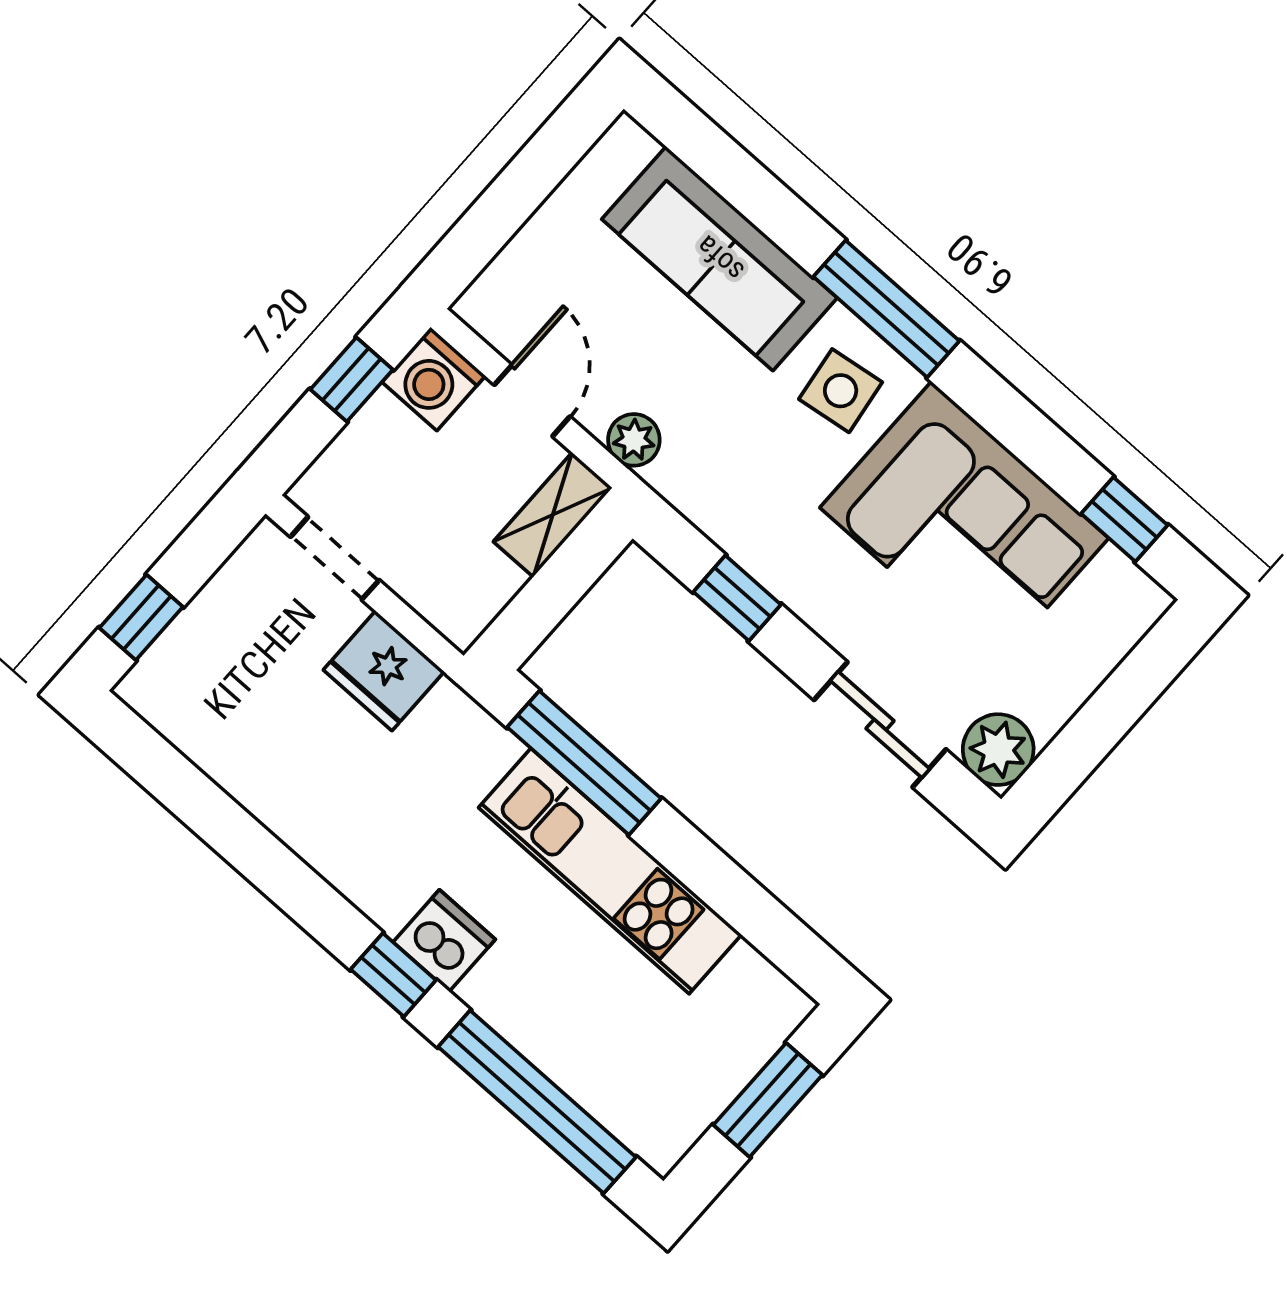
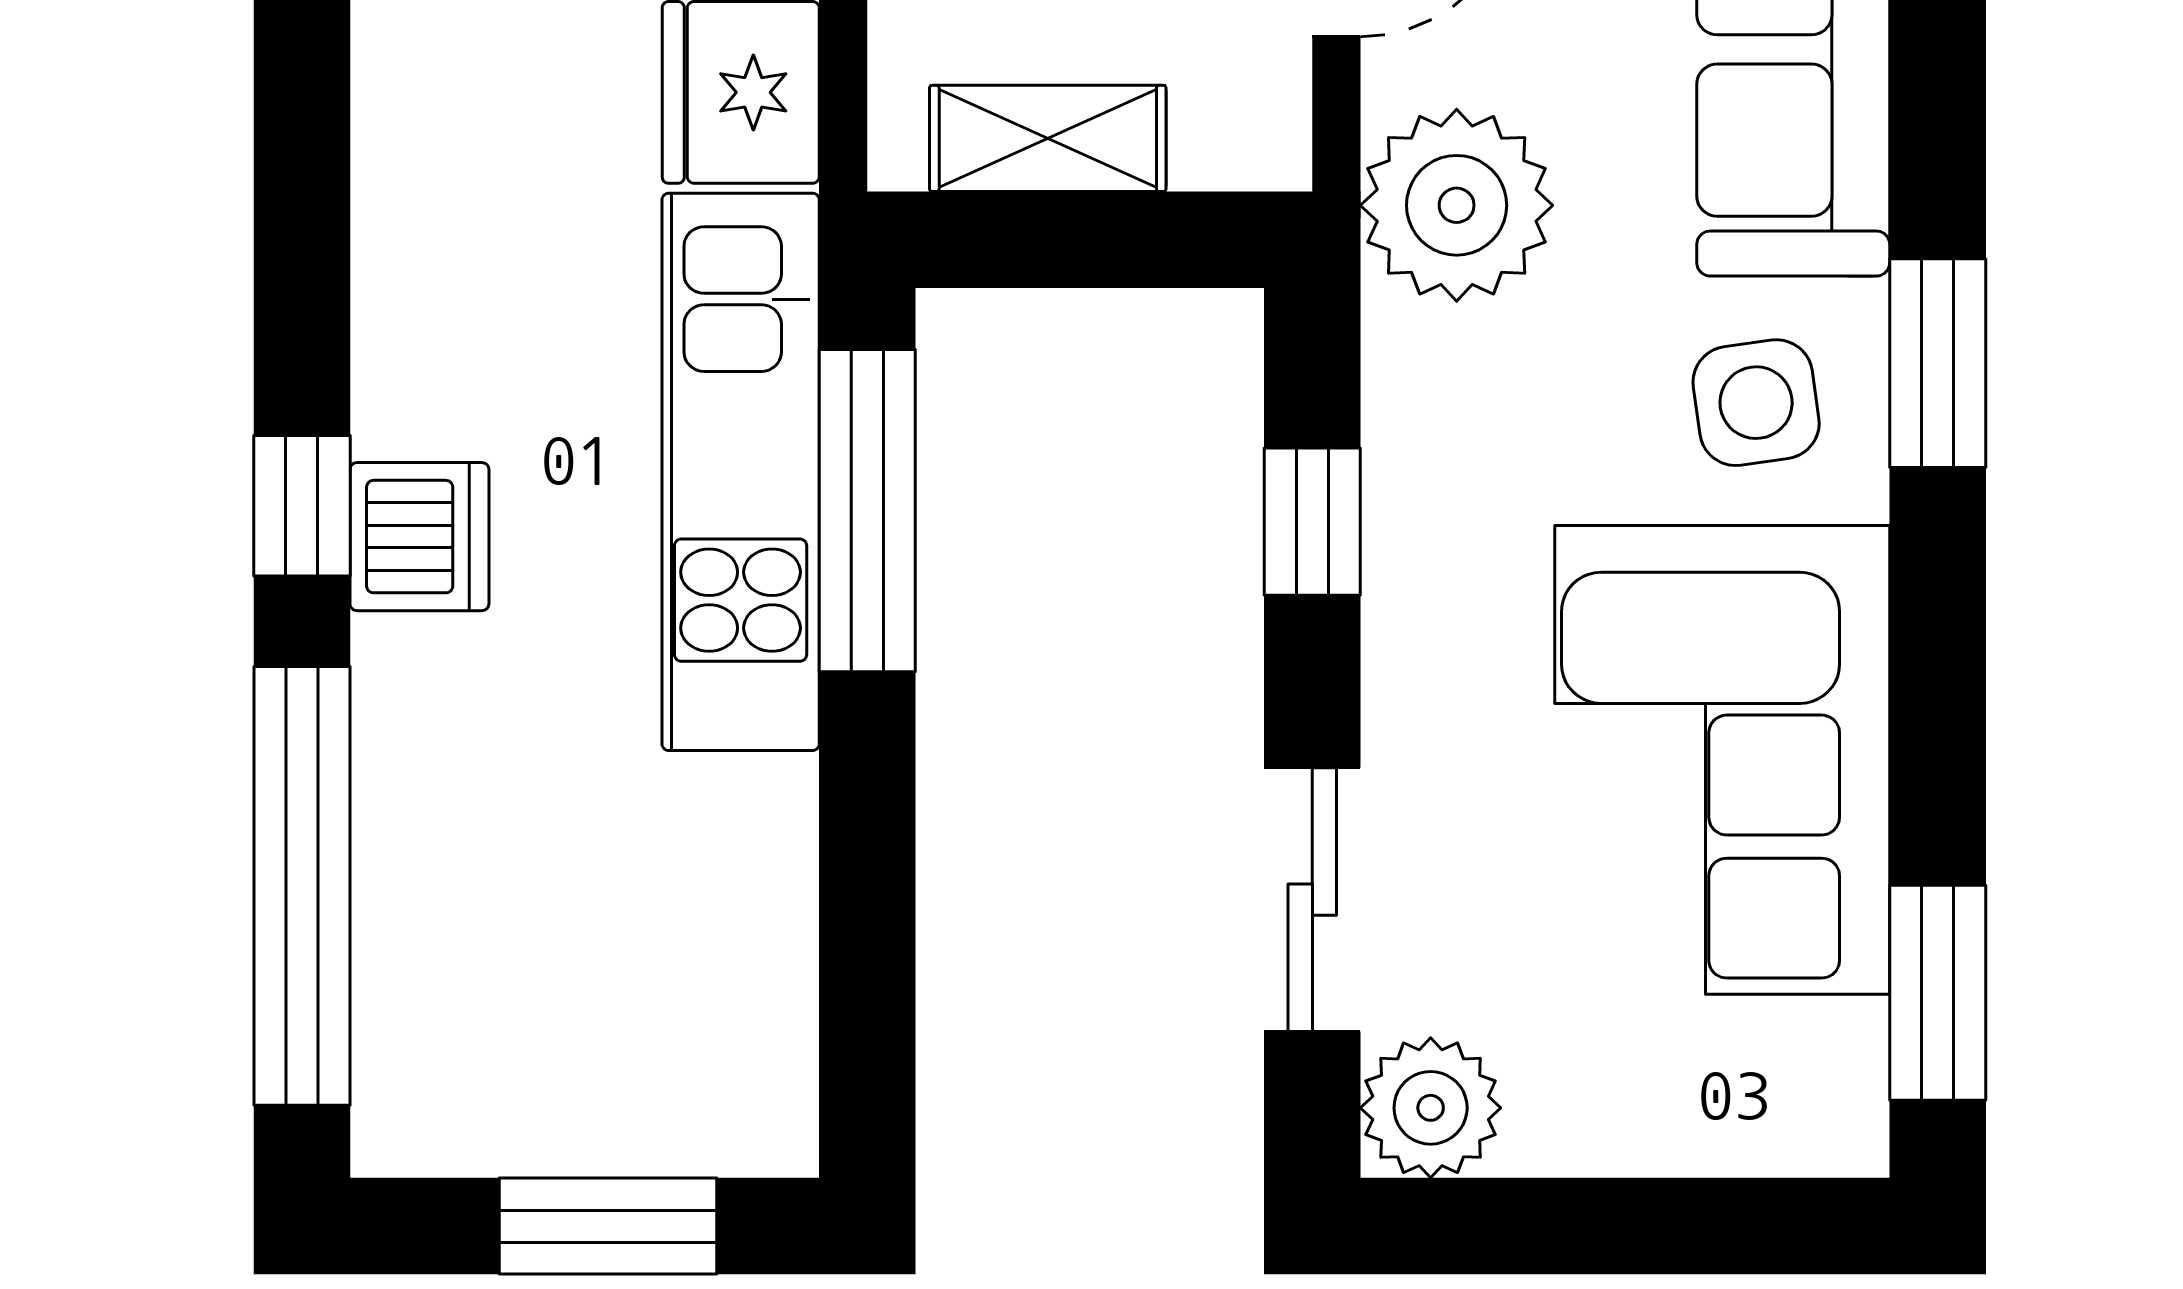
window: (886, 309) -> (1938, 363), width x0.69
plant: (634, 440) -> (1457, 205), width x1.88, depth x1.88
shelving: (553, 515) -> (1048, 138), moved
window: (1124, 519) -> (1938, 993), width x1.50
kitchen unit: (610, 871) -> (741, 472), moved

